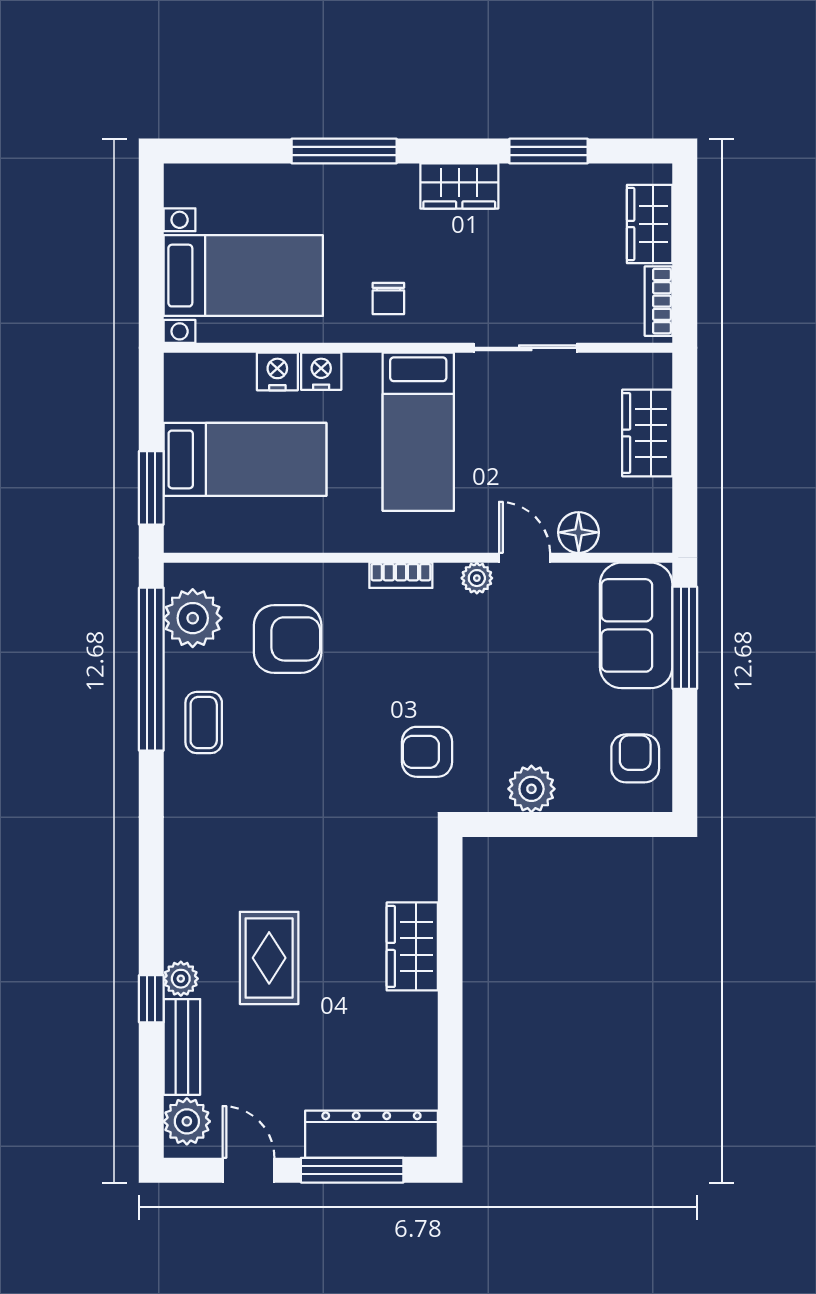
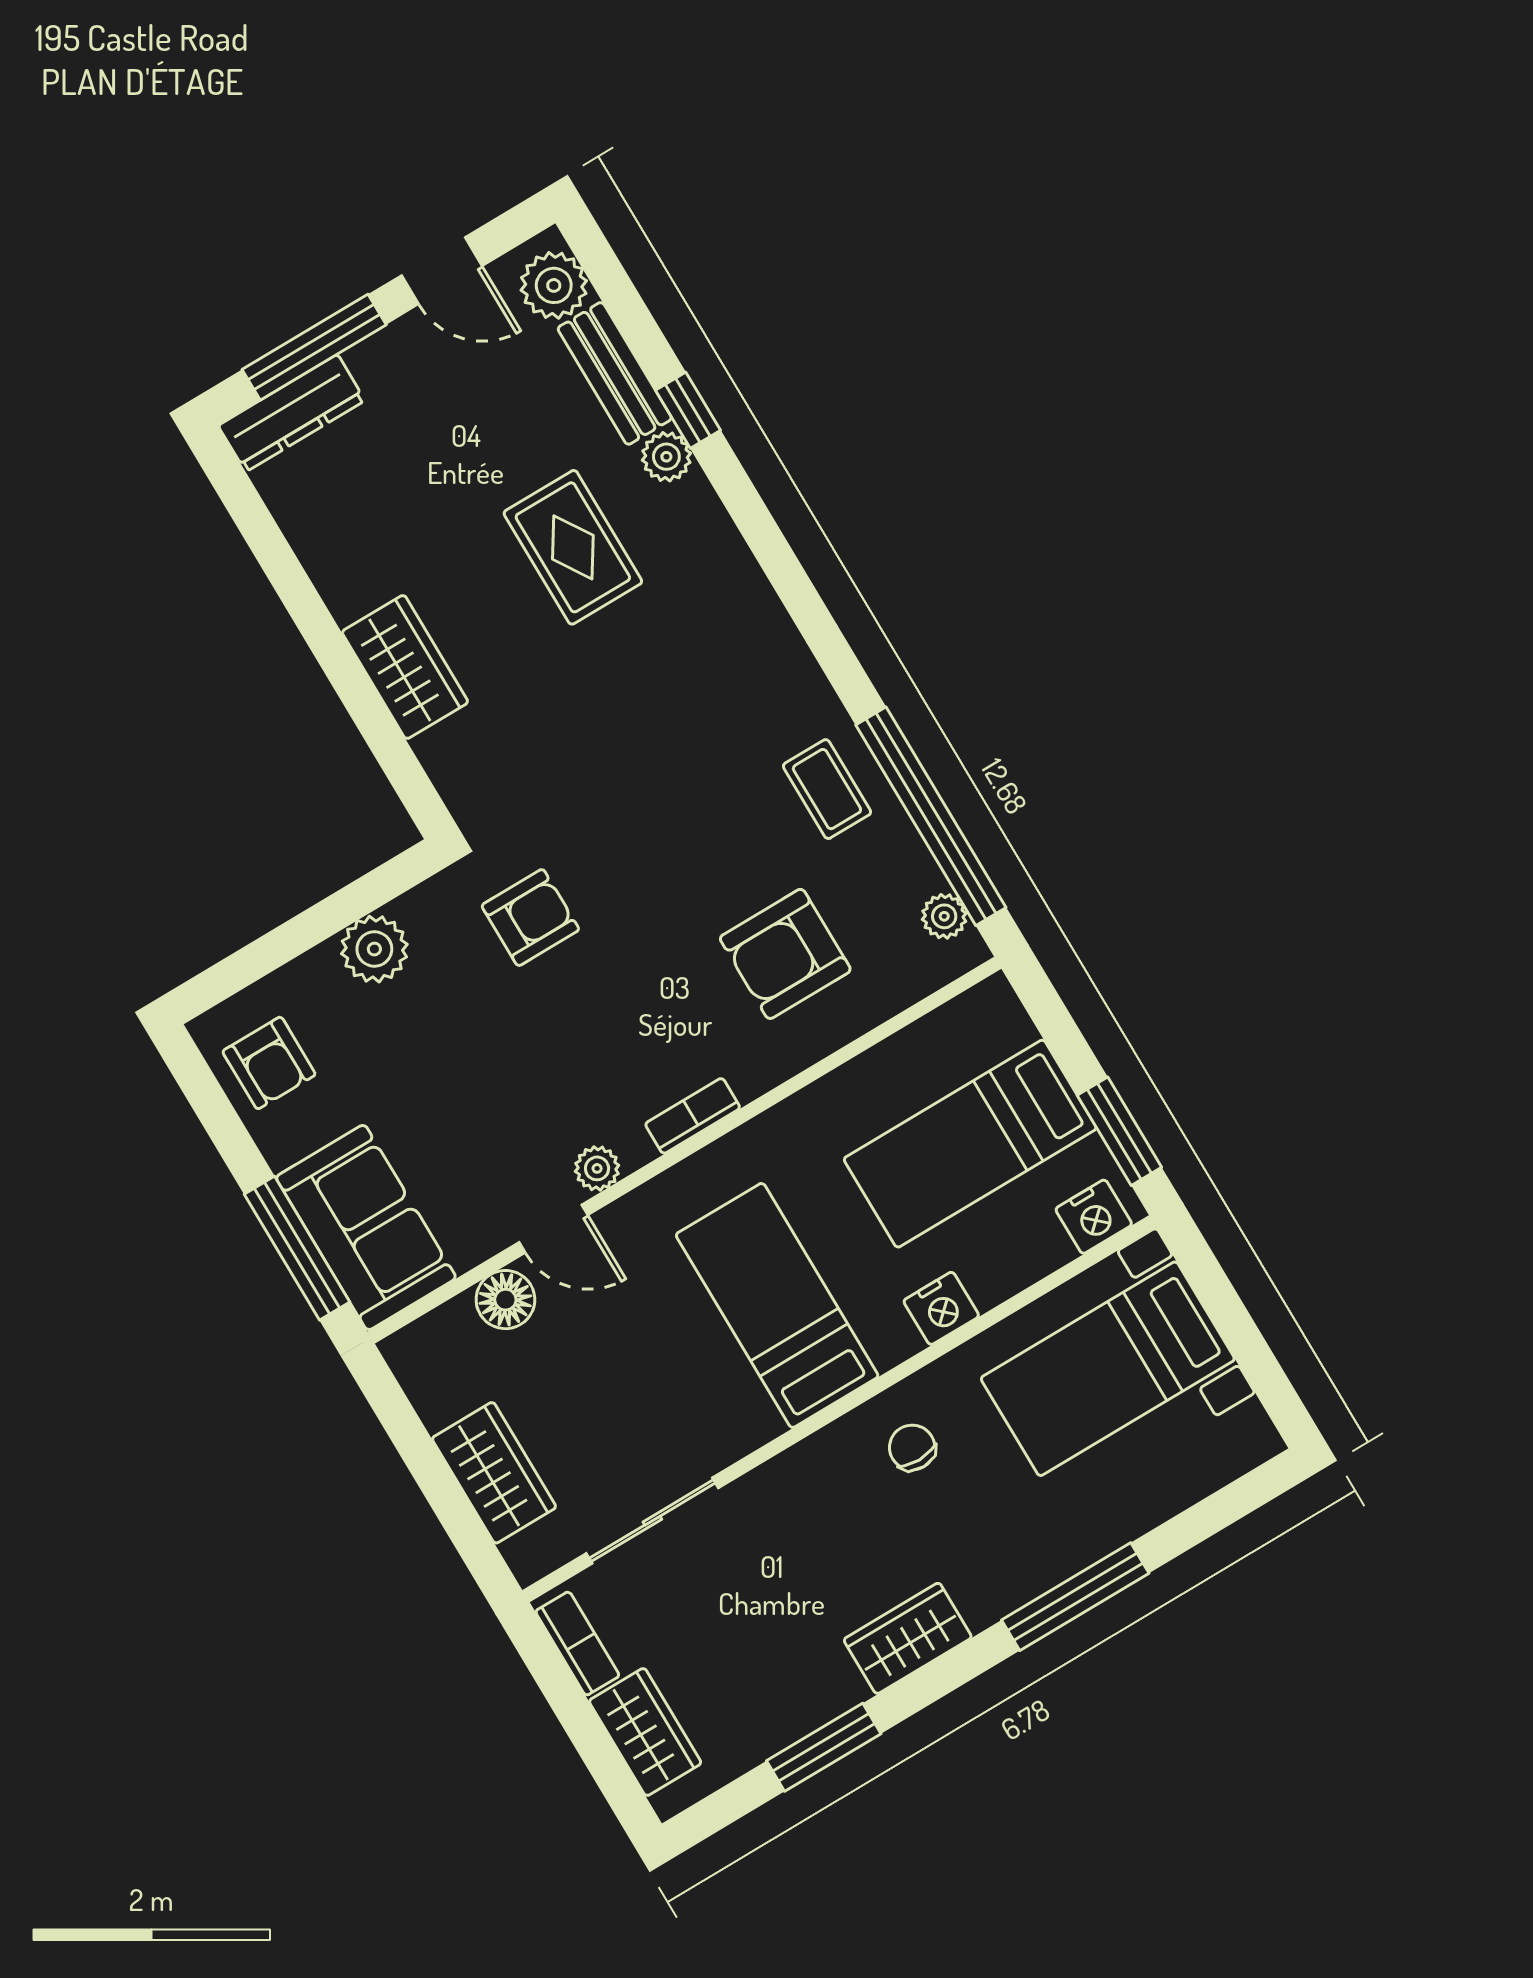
sliding door: (525, 348) -> (652, 1521), moved
nightstand: (277, 371) -> (1094, 1217), moved
window: (151, 488) -> (1119, 1131), moved
plant: (193, 618) -> (944, 916), width x0.53, depth x0.53
dresser: (371, 1134) -> (292, 413), width x0.73, depth x0.80

